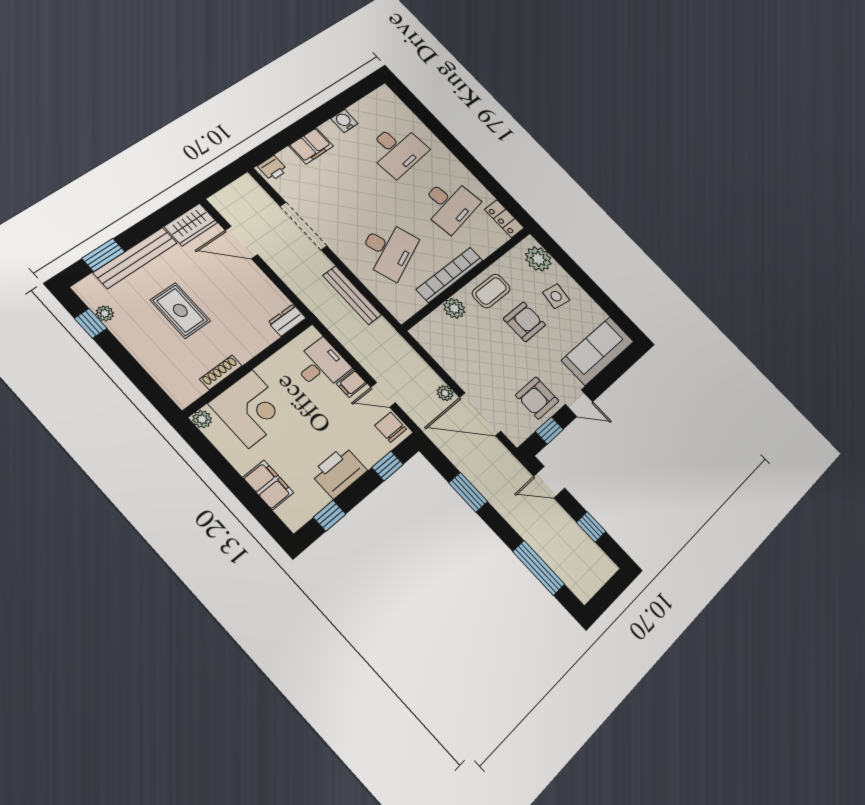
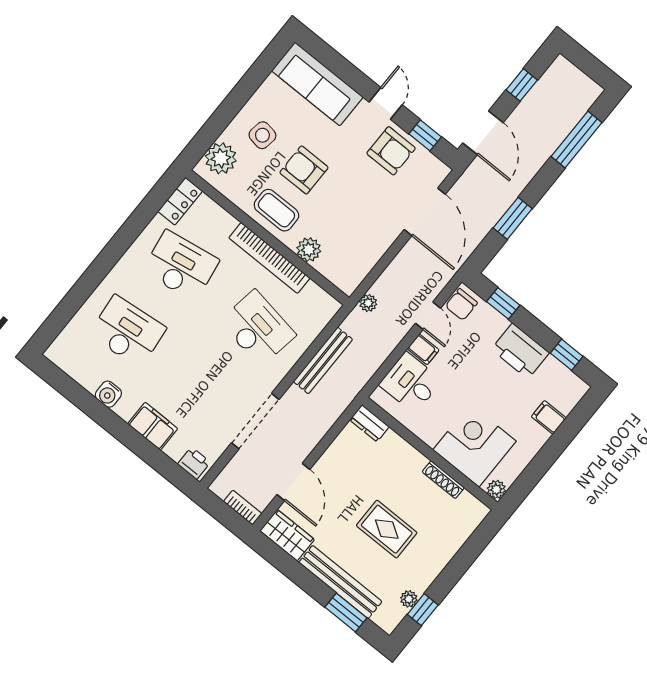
bookcase: (224, 195) -> (243, 508), added
desk: (388, 250) -> (258, 328), turned 30
rug: (180, 310) -> (387, 529), turned 90
plant: (445, 393) -> (368, 303), moved
door: (549, 482) -> (483, 133), width x1.38
filing cabinet: (268, 485) -> (549, 417), width x0.50

